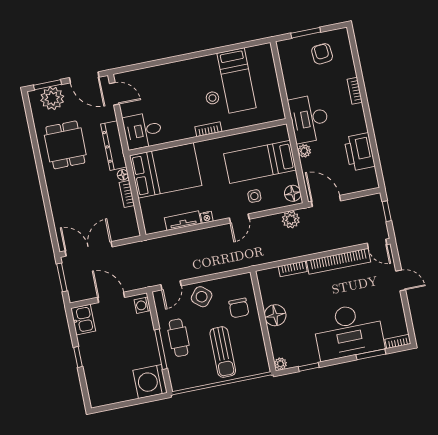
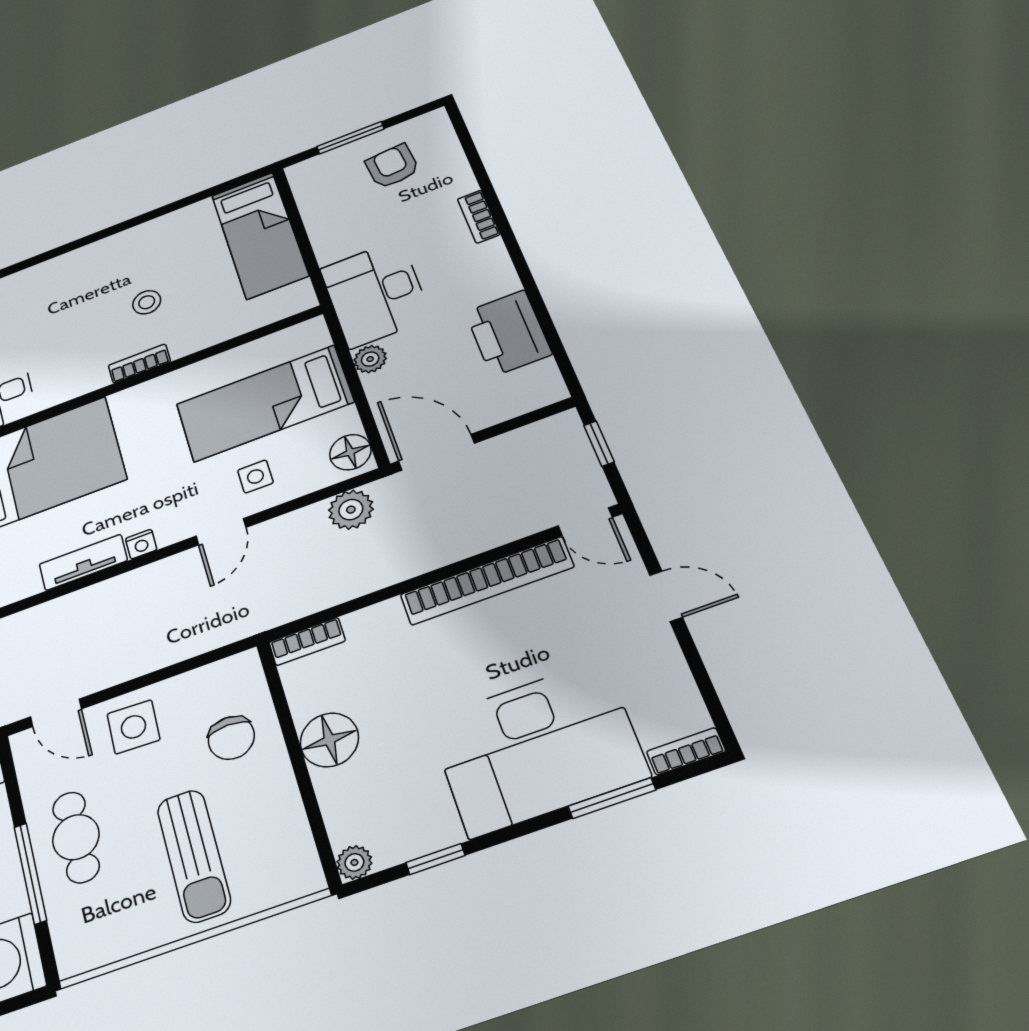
bed: (237, 81) -> (260, 235), moved
bookcase: (293, 269) -> (307, 641), moved
door: (171, 285) -> (56, 713), hinge flipped
side table: (202, 297) -> (133, 727), turned -38

